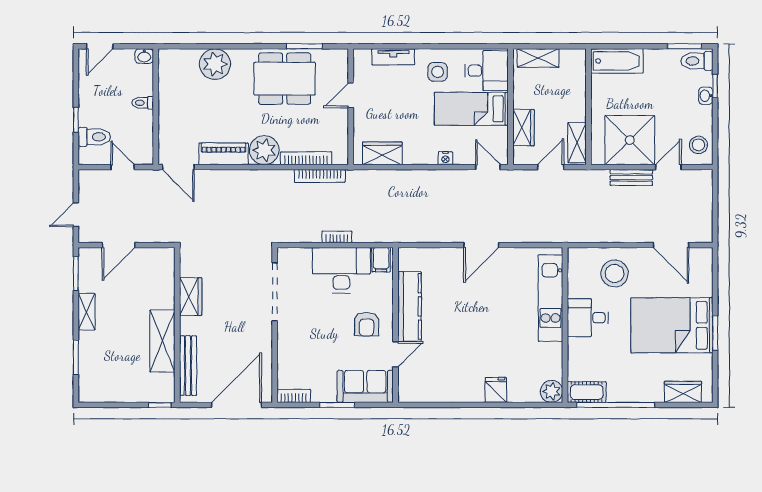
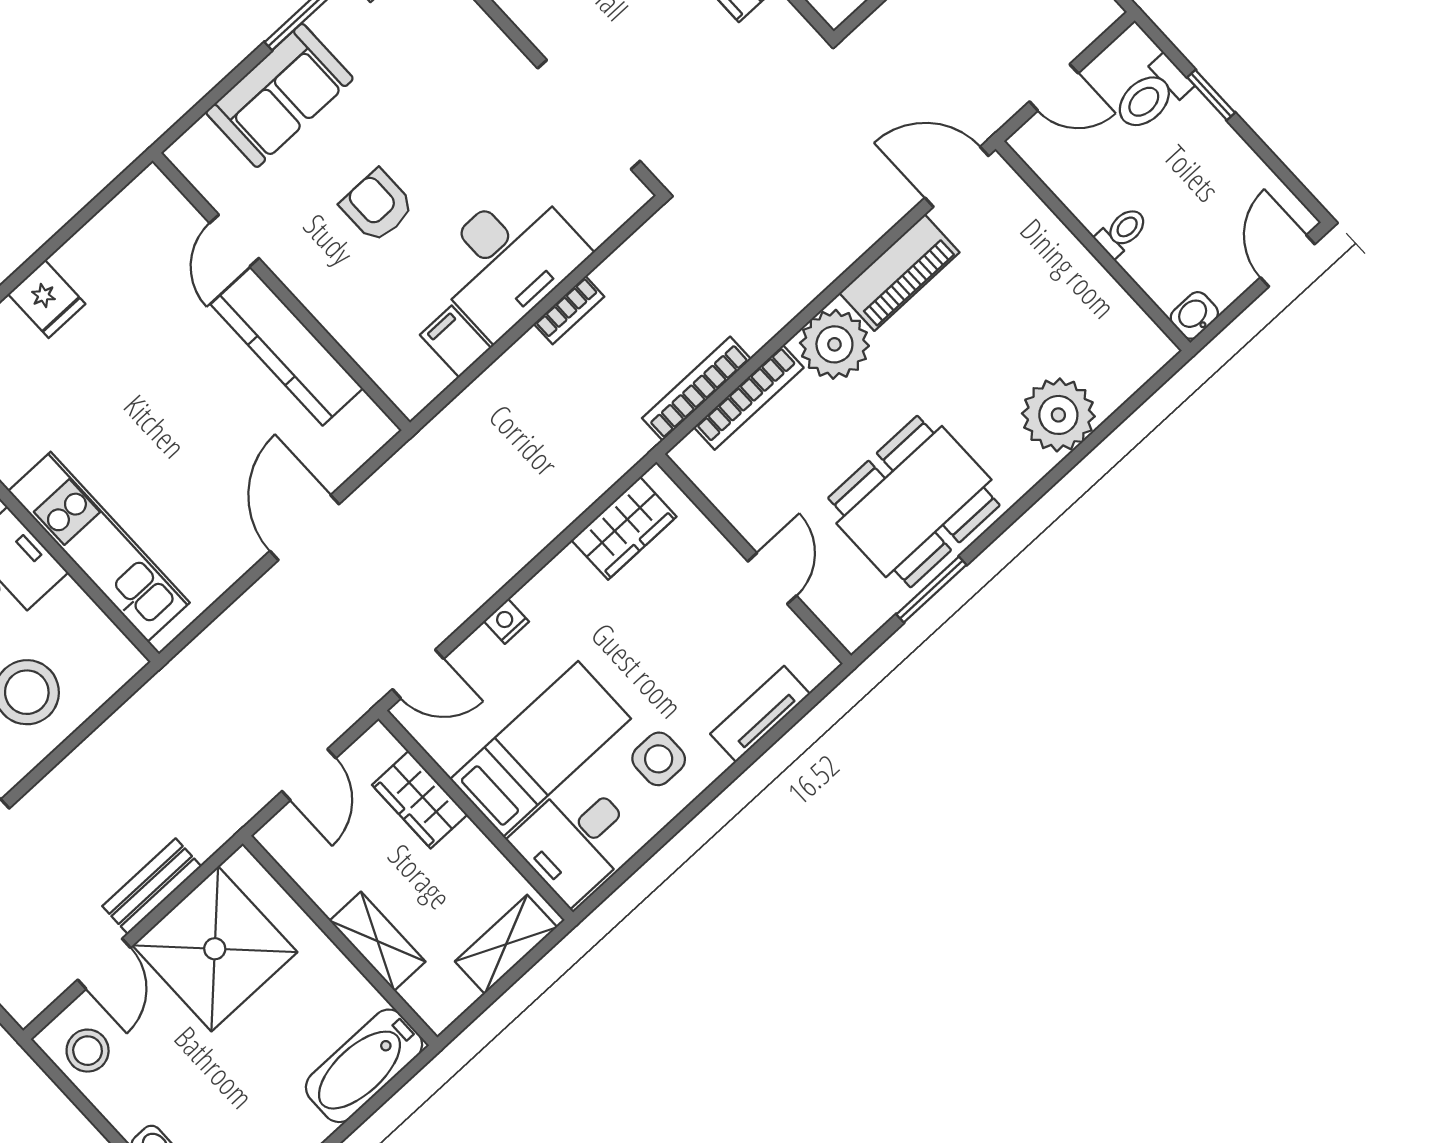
shelving: (577, 143) -> (378, 941), moved
kitchen counter: (409, 306) -> (287, 346), moved
wall: (396, 325) -> (281, 292), moved
door: (396, 354) -> (234, 241), moved

